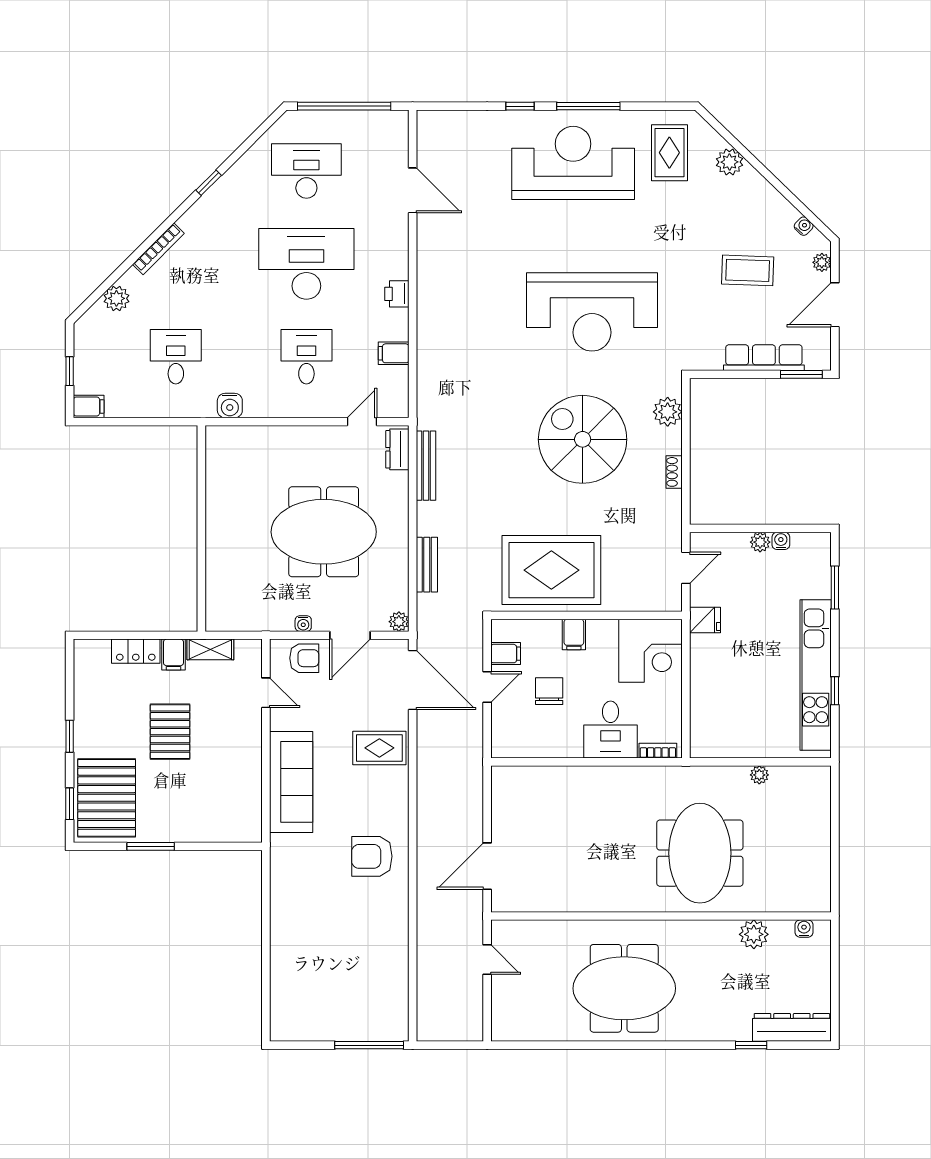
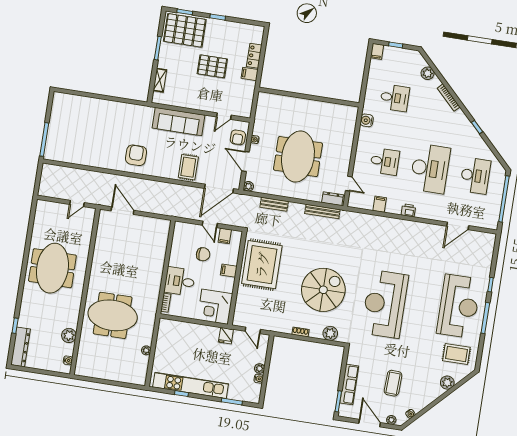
shelving: (210, 649) -> (160, 80), moved

